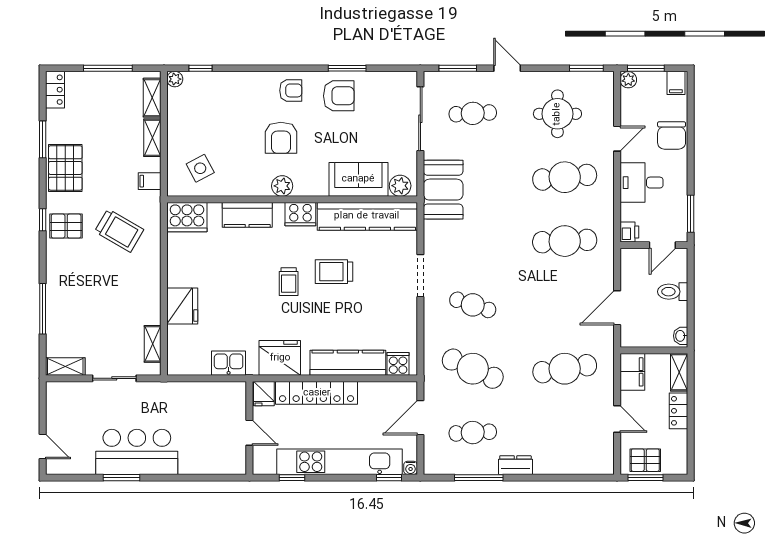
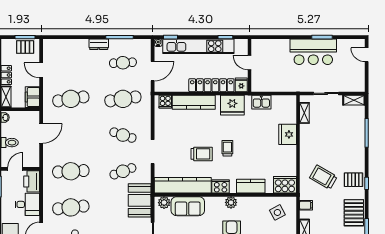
printer: (629, 232) -> (32, 181), width x1.87, depth x1.48
cafe table: (473, 241) -> (123, 171), added
cafe table: (473, 369) -> (123, 99), turned -33

